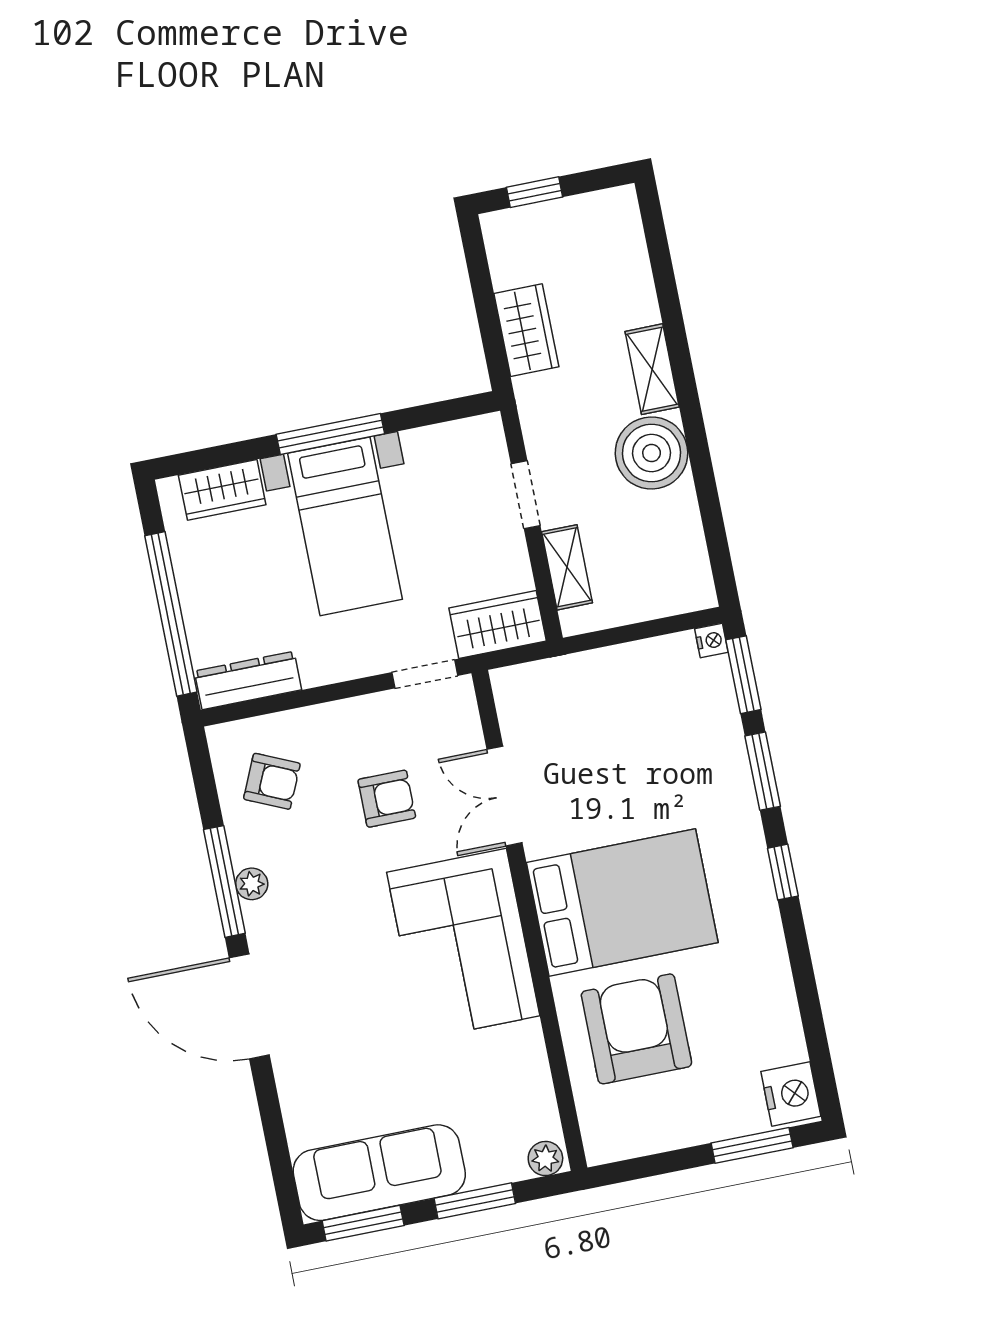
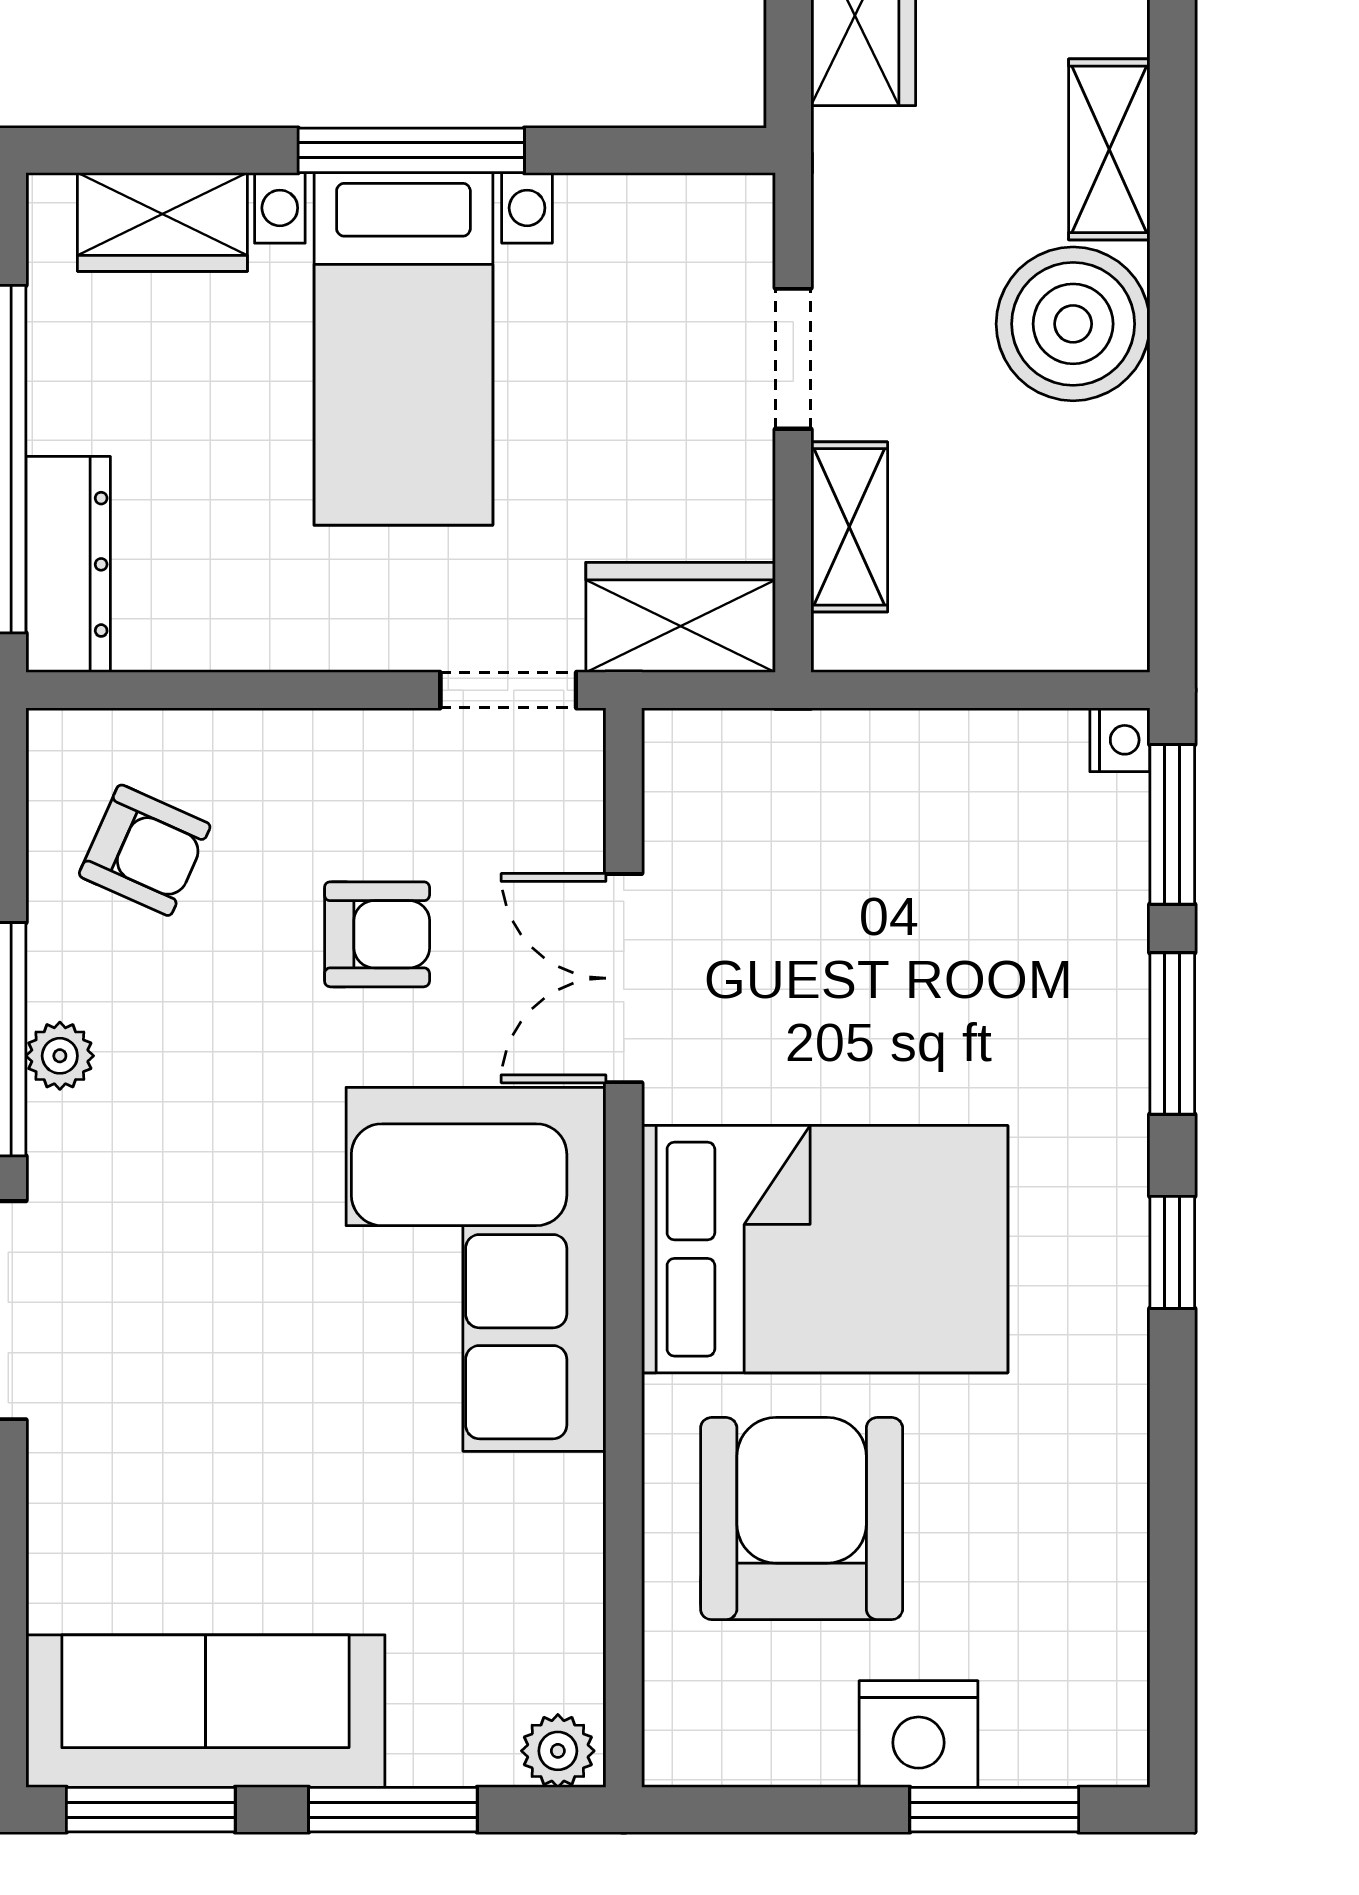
dresser: (248, 680) -> (68, 564), moved, turned 90
nightstand: (791, 1094) -> (919, 1734), moved, turned 90

